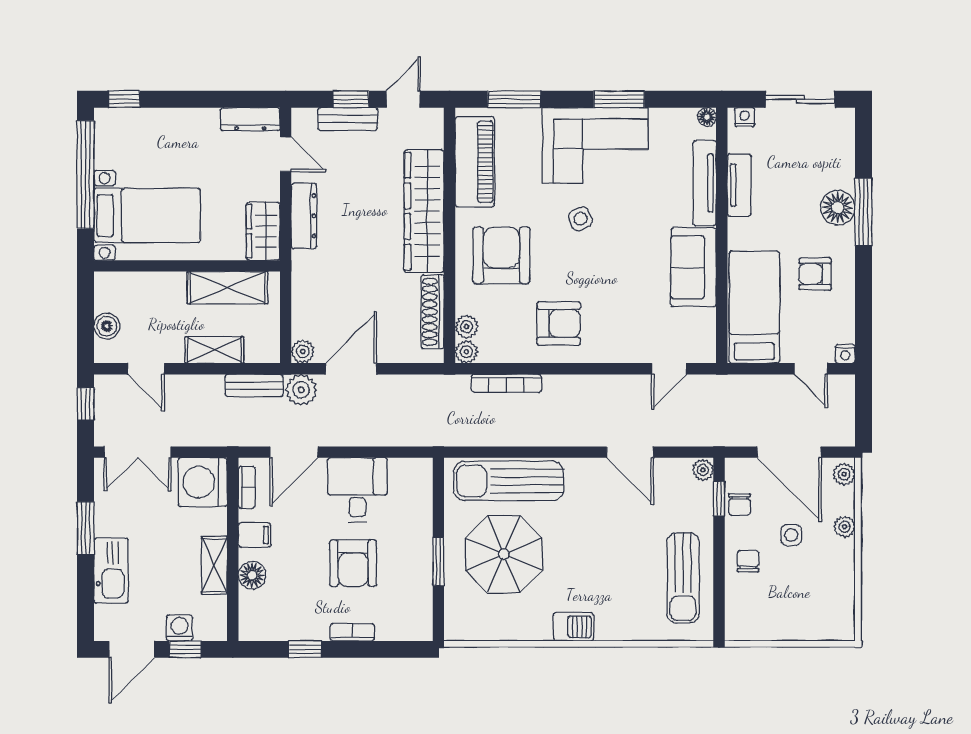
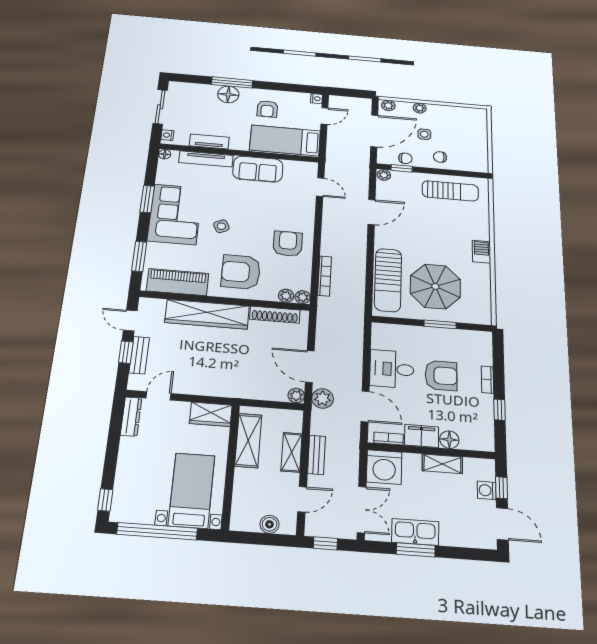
dresser: (304, 216) -> (203, 388), removed
bench: (254, 385) -> (316, 455), moved
filing cabinet: (255, 535) -> (422, 436), width x2.00
kitchen sink: (111, 571) -> (415, 532), moved

